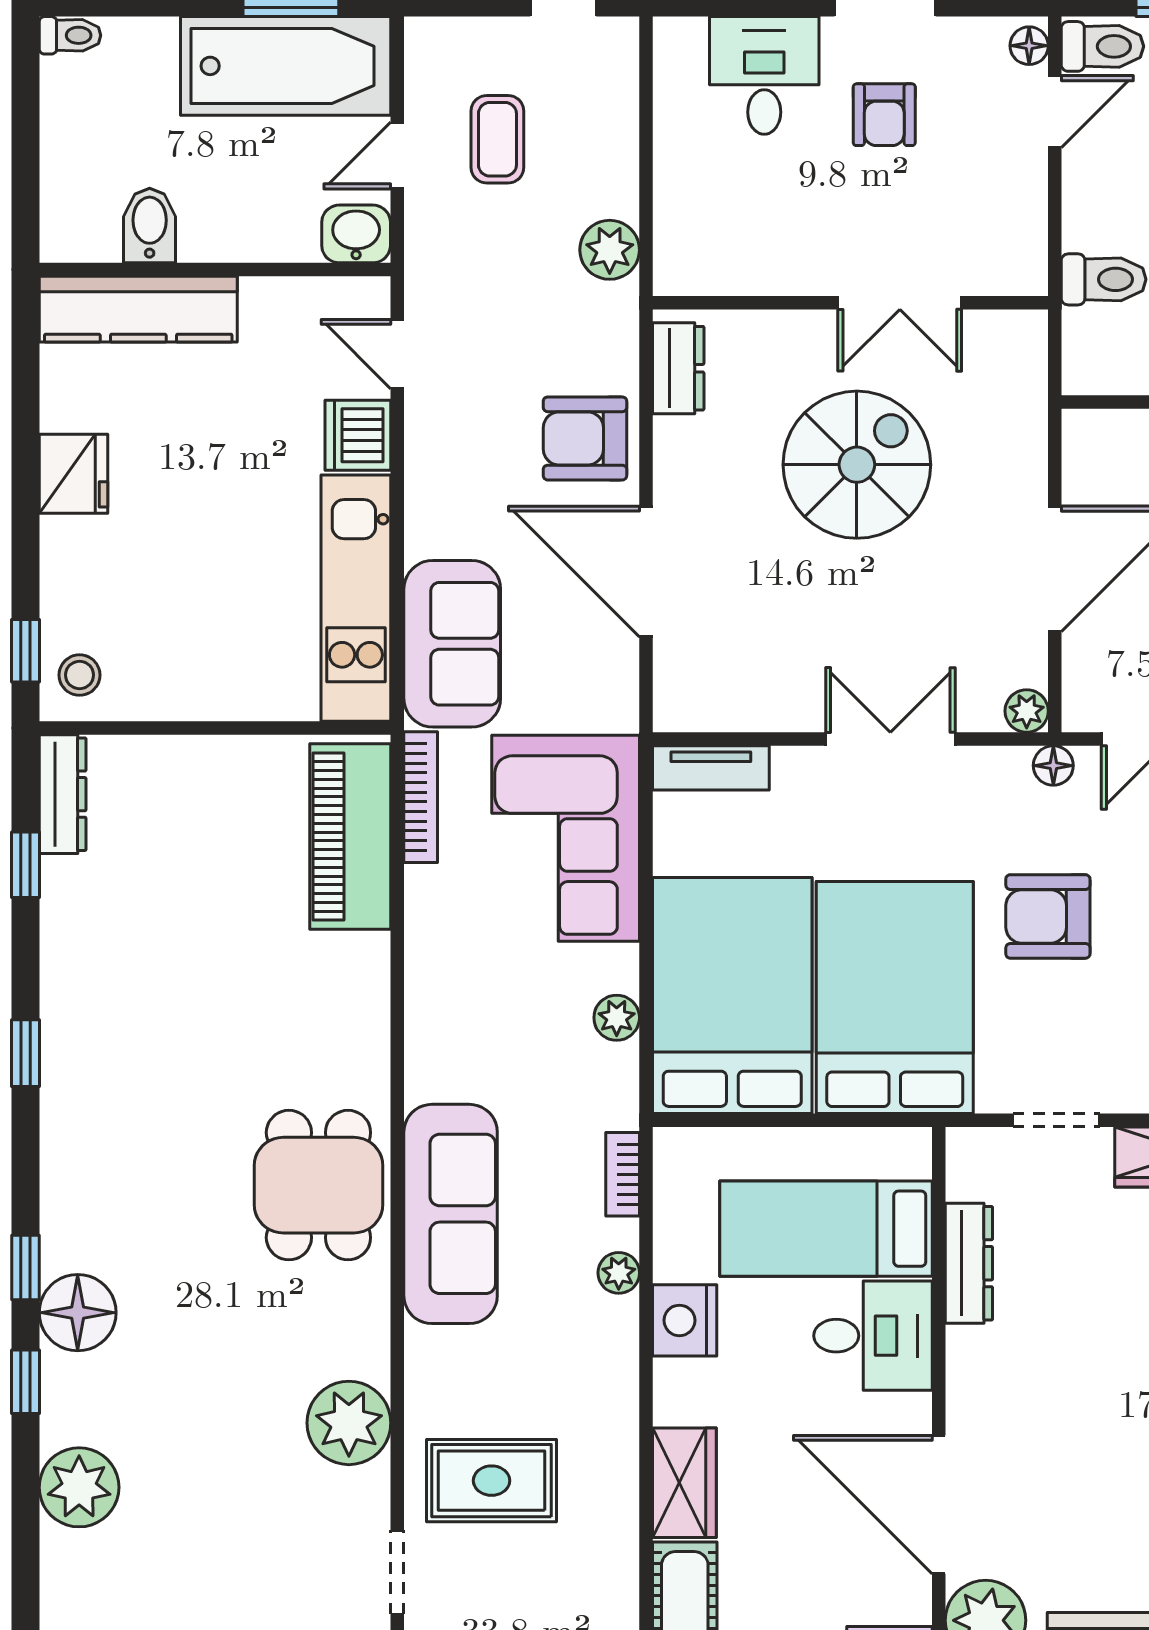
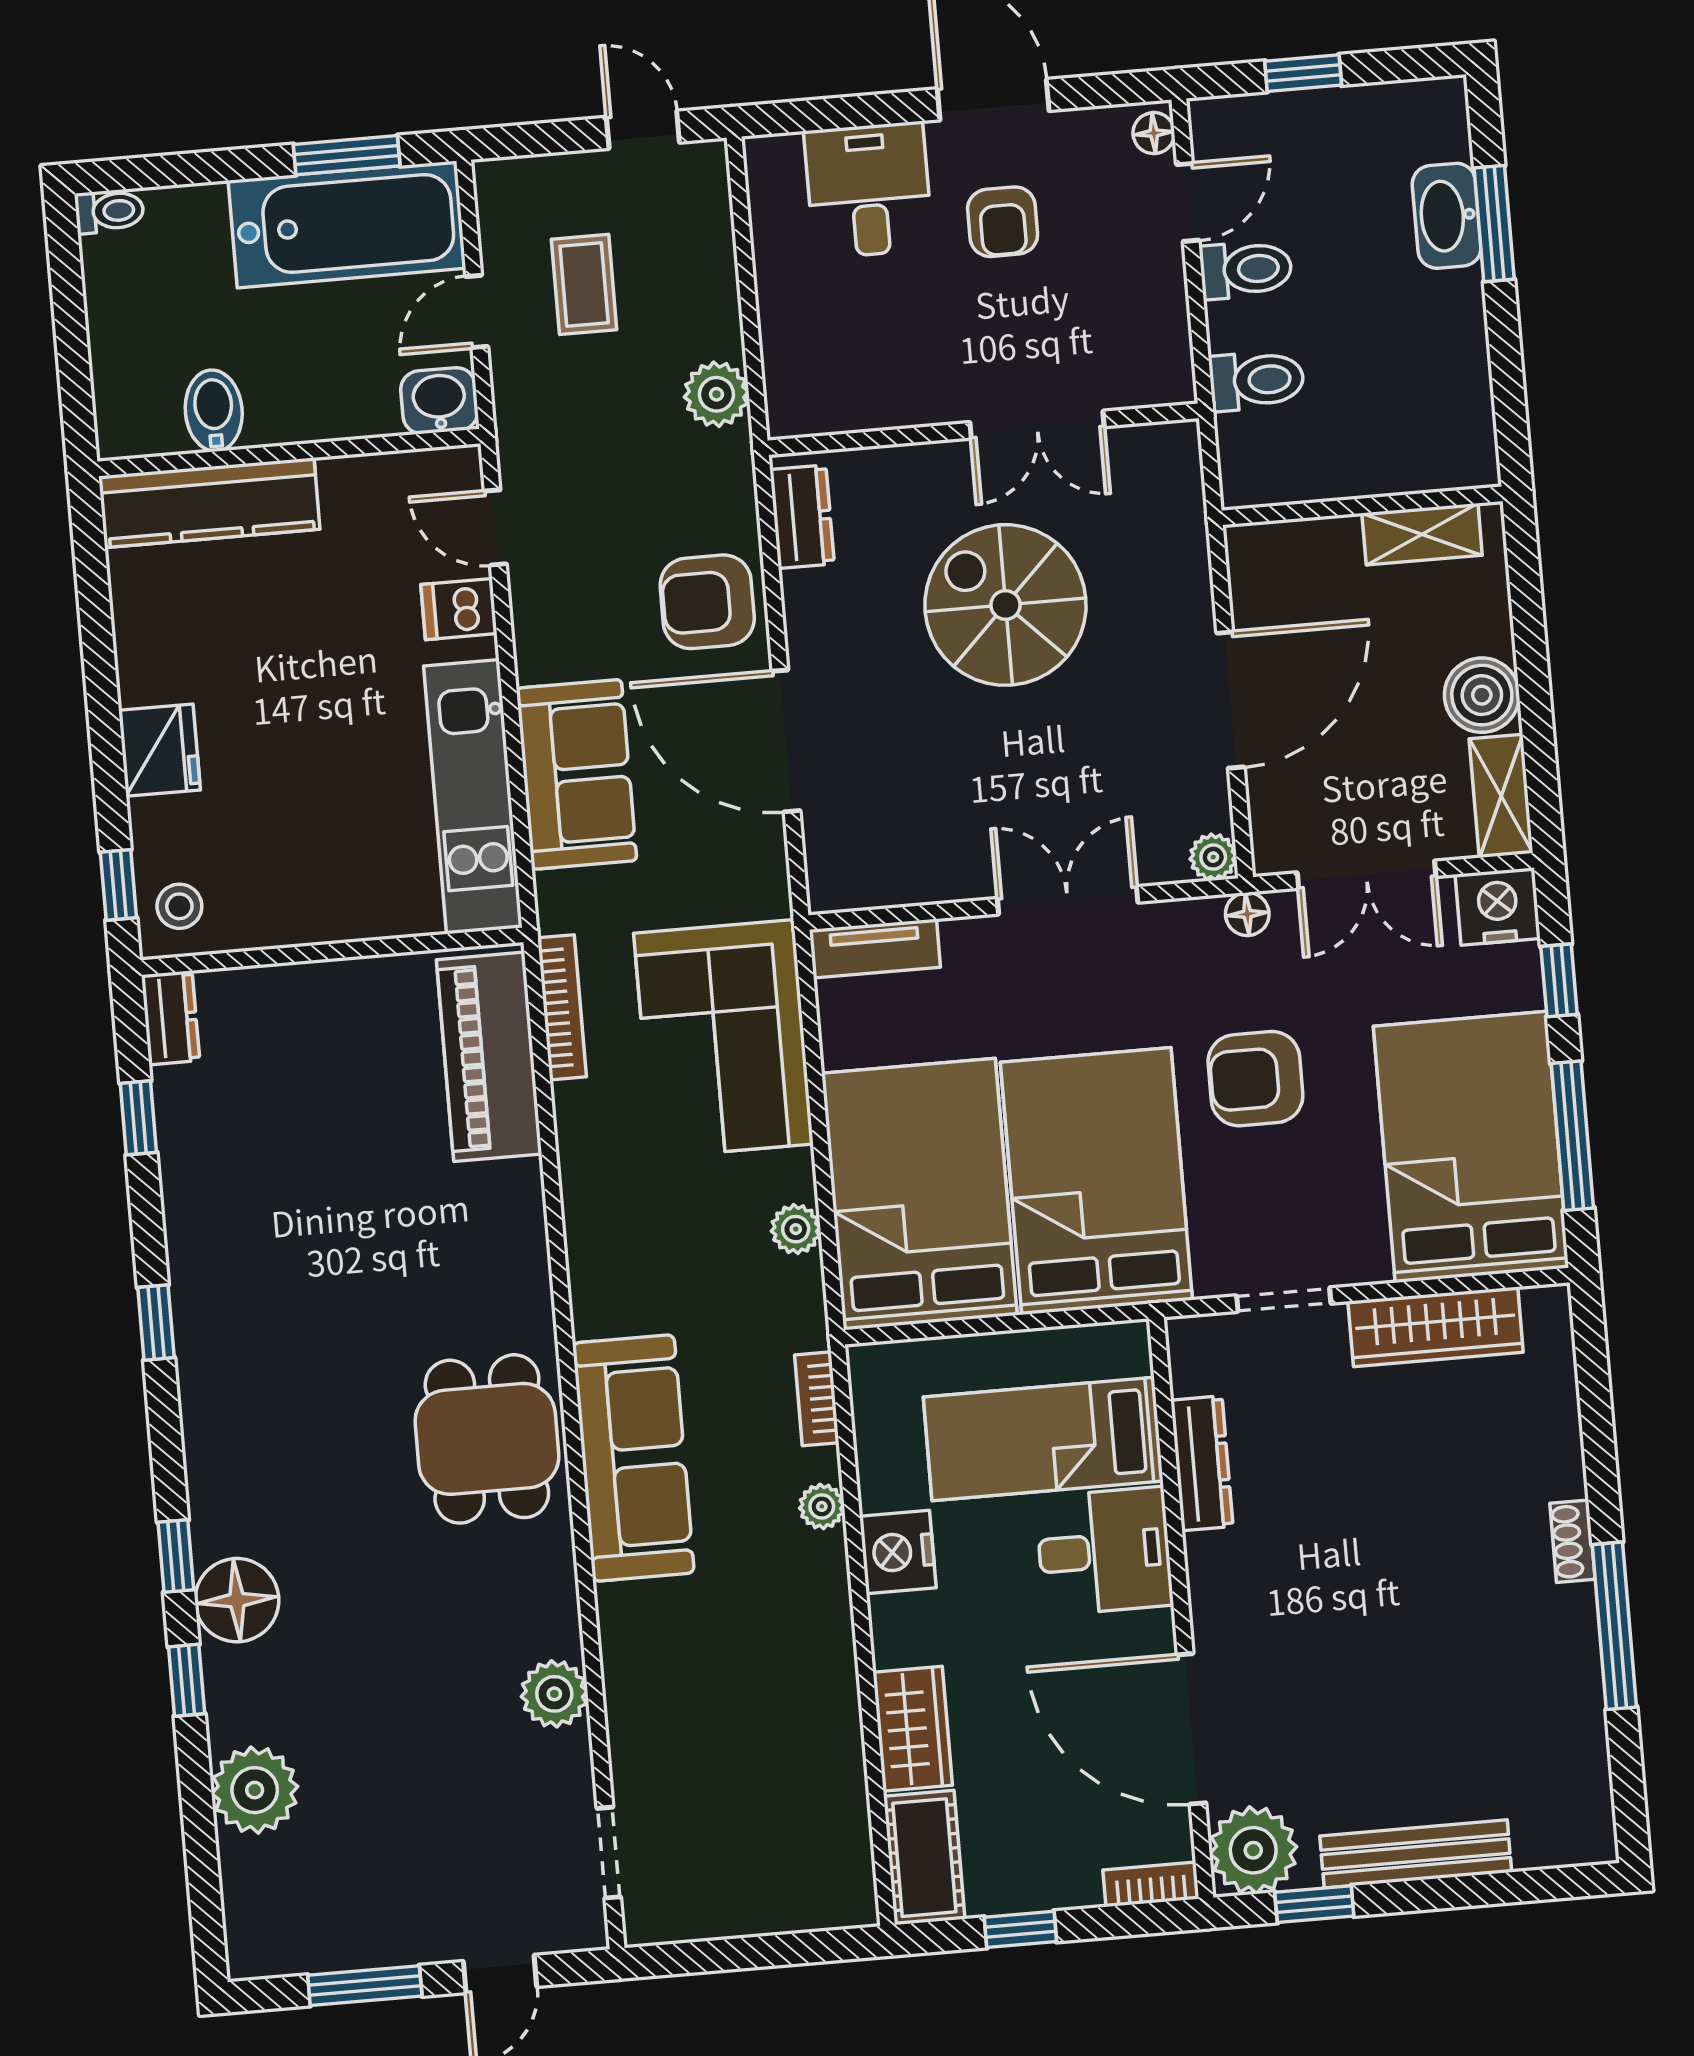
toilet: (1102, 46) -> (1246, 269), moved
dishwasher: (358, 435) -> (459, 609), width x0.73
spiral stairs: (857, 465) -> (1005, 605), turned -90
fridge: (74, 474) -> (159, 750), moved
sofa: (452, 644) -> (577, 774), moved
dresser: (63, 794) -> (170, 1018), width x0.70
plant: (349, 1423) -> (554, 1694), width x0.73, depth x0.73
rug: (492, 1481) -> (703, 1744), removed

